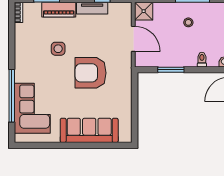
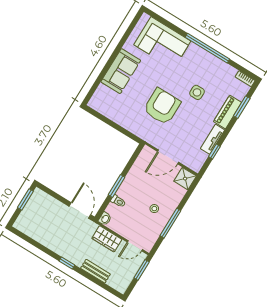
window: (171, 70) -> (116, 186), moved
window: (12, 96) -> (207, 48), moved
sofa: (89, 130) -> (121, 71), width x0.73

